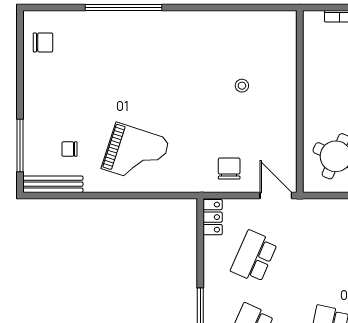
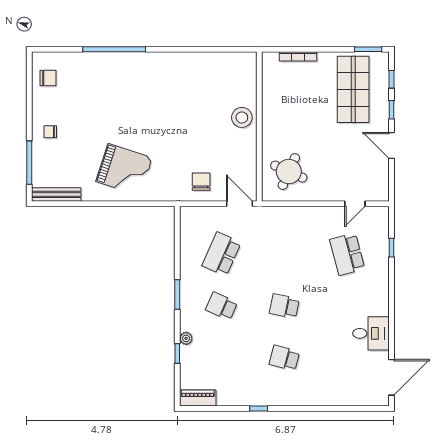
stool: (242, 86) -> (242, 117), moved, width x1.89, depth x1.89
chair: (70, 149) -> (50, 132), moved
locker: (213, 217) -> (187, 222), removed

